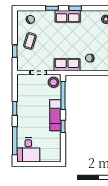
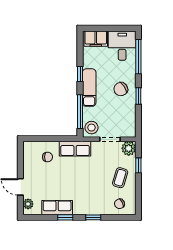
row of seats: (68, 16) -> (57, 208), moved
plant: (23, 65) -> (129, 148), added
chair: (29, 114) -> (121, 89), added
filing cabinet: (50, 156) -> (96, 39), added

